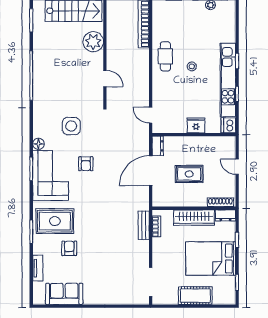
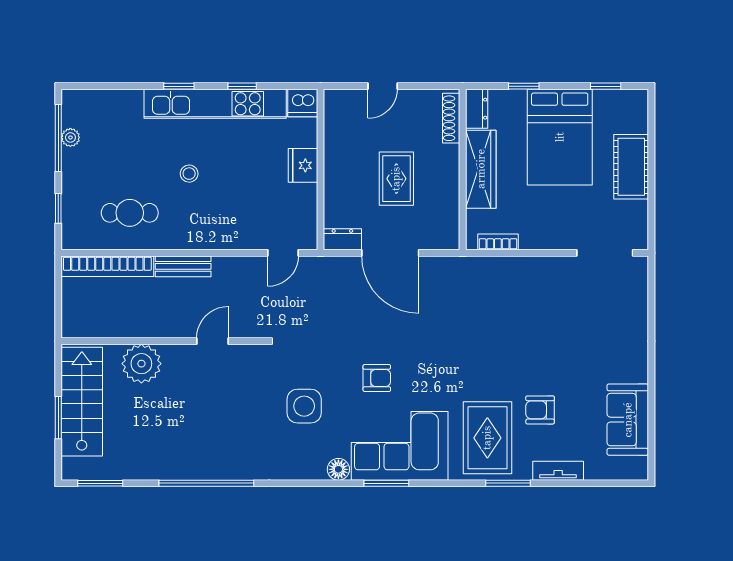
cafe table: (165, 56) -> (130, 213), moved
bench: (144, 225) -> (183, 266), moved
tv unit: (38, 268) -> (558, 471), moved

